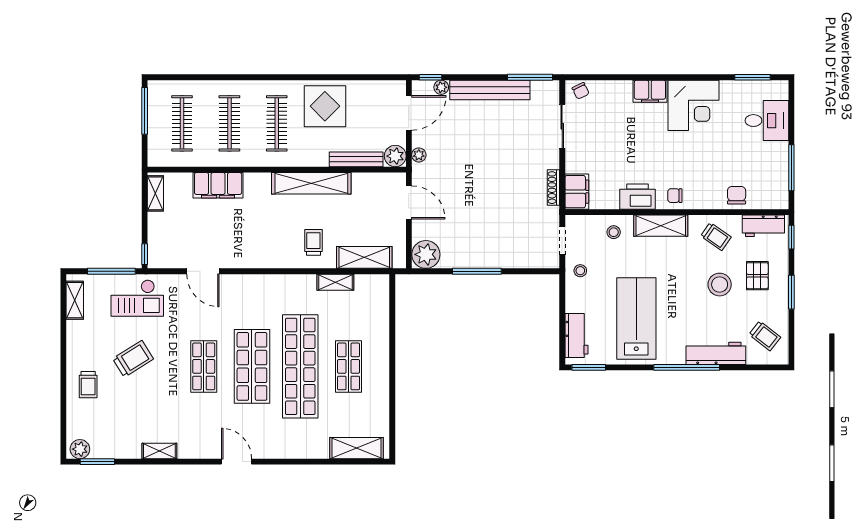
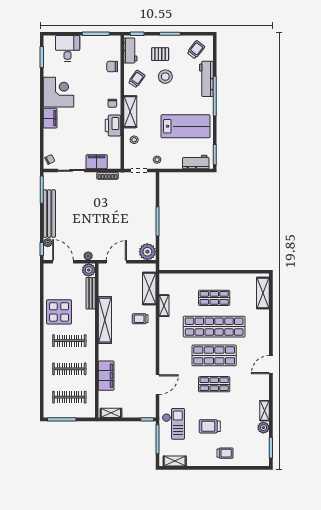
filing cabinet: (577, 192) -> (97, 162), moved
lab bench: (636, 318) -> (186, 126), turned 180
trolley: (133, 359) -> (210, 426), turned -58
plant: (80, 449) -> (263, 428), moved

